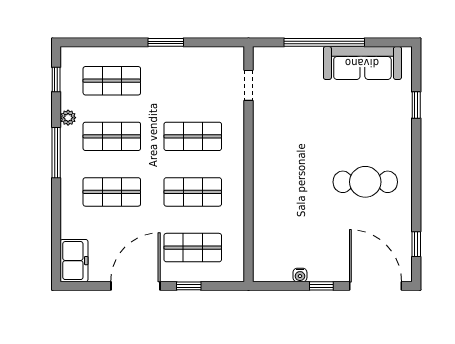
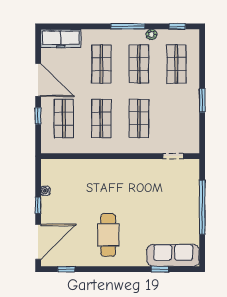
sofa: (362, 63) -> (173, 255), moved, turned 90
freezer: (74, 261) -> (61, 38), width x1.40

